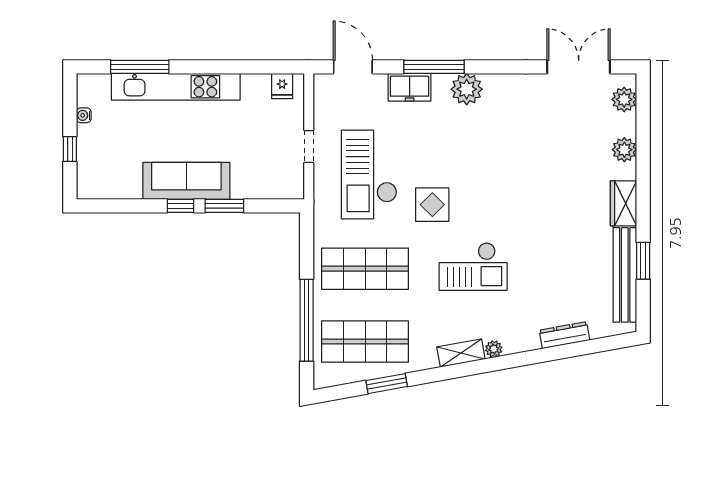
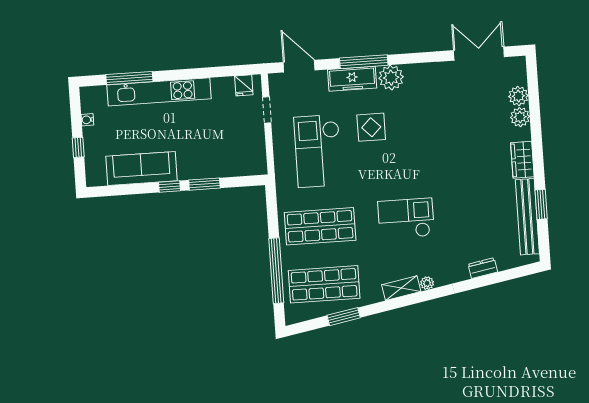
freezer: (410, 87) -> (352, 79), width x1.40
plant: (624, 99) -> (518, 96), moved
doorway: (309, 146) -> (267, 110), moved
sofa: (186, 181) -> (141, 168), moved
display table: (432, 205) -> (371, 127), moved
checkout: (473, 267) -> (406, 219), turned 180
dresser: (565, 335) -> (483, 268), width x0.70

